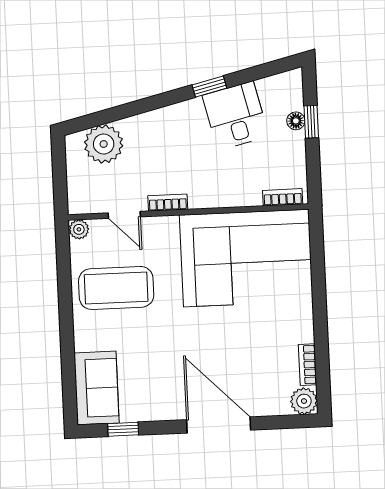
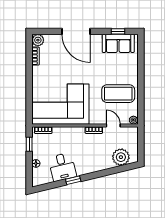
window: (311, 122) -> (29, 144), moved
sofa: (97, 388) -> (118, 43), moved, turned -90

